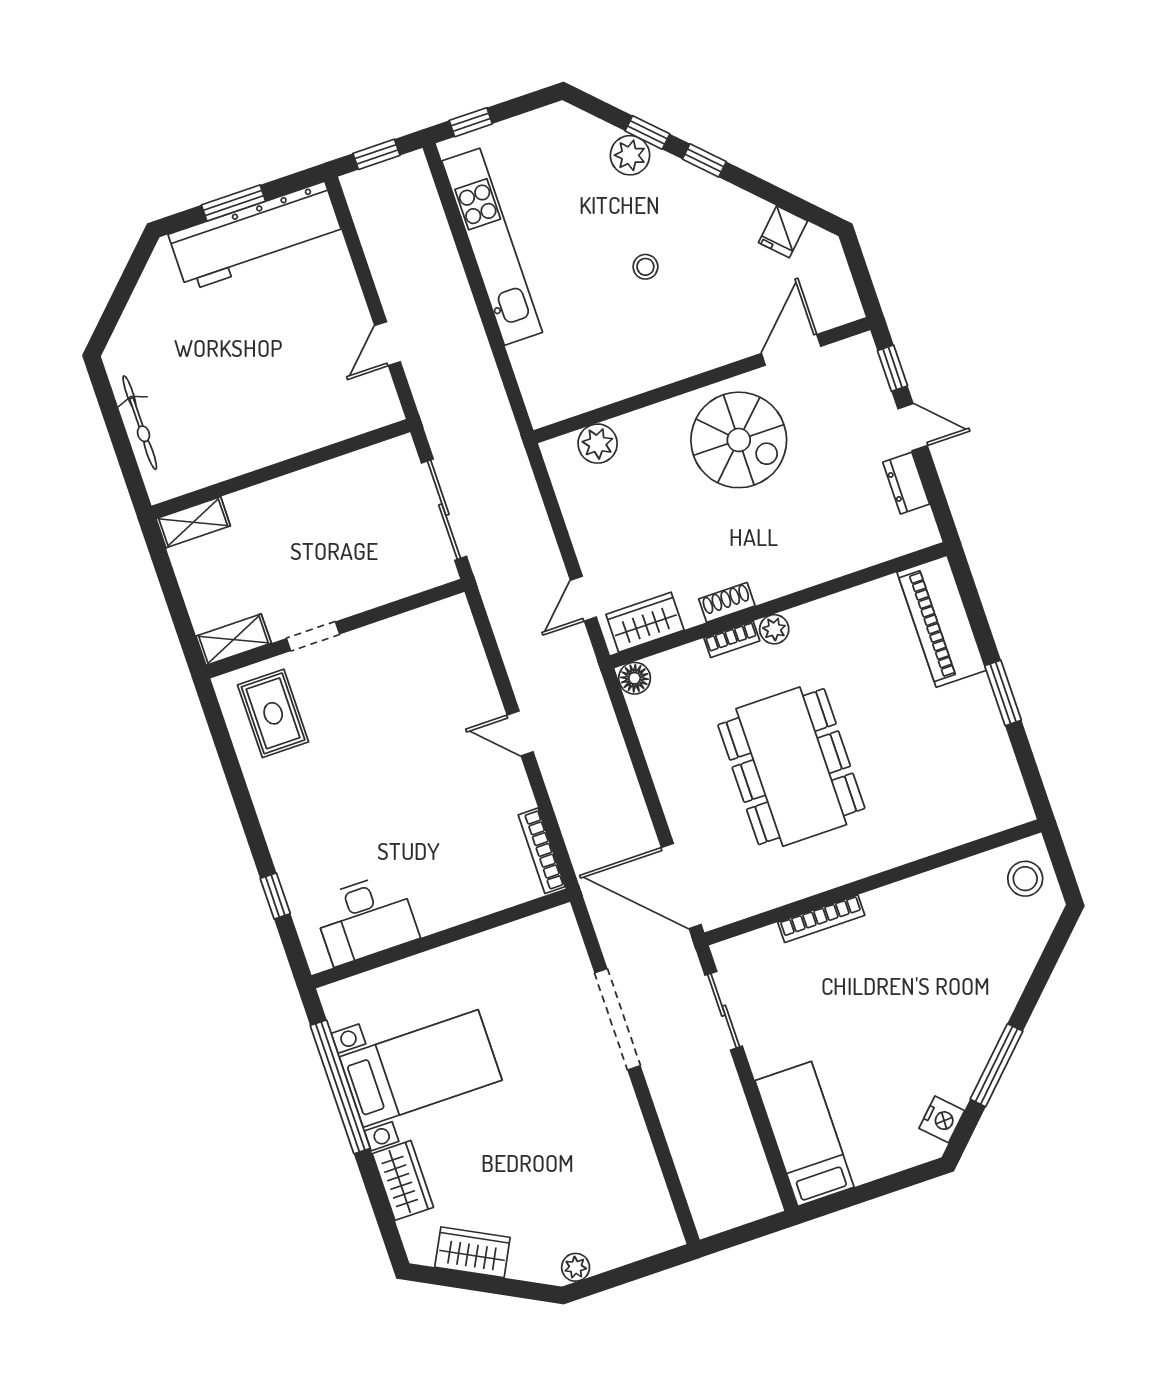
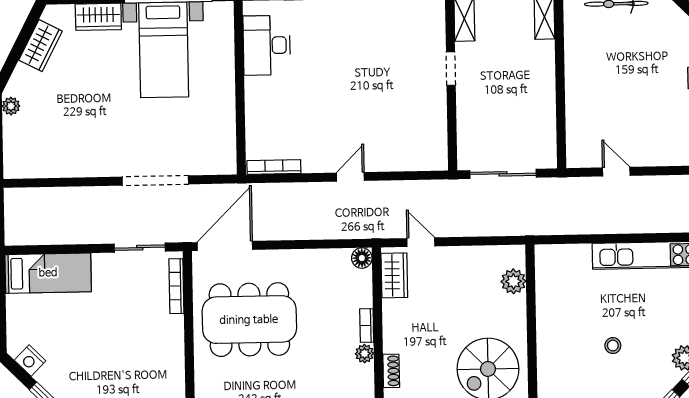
shoe rack: (727, 602) -> (391, 371), moved
rug: (273, 713) -> (411, 29), removed
dining table: (791, 767) -> (249, 320), moved
bookcase: (821, 919) -> (176, 286), moved

